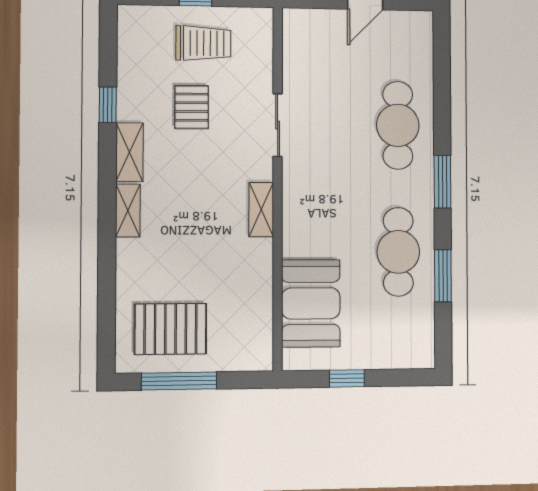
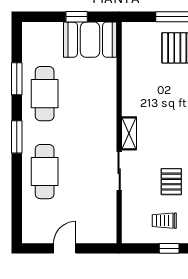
trolley: (203, 43) -> (164, 221), width x0.73, depth x0.72
shelving: (261, 210) -> (129, 133), moved
booth: (311, 303) -> (90, 40), moved, turned 90

